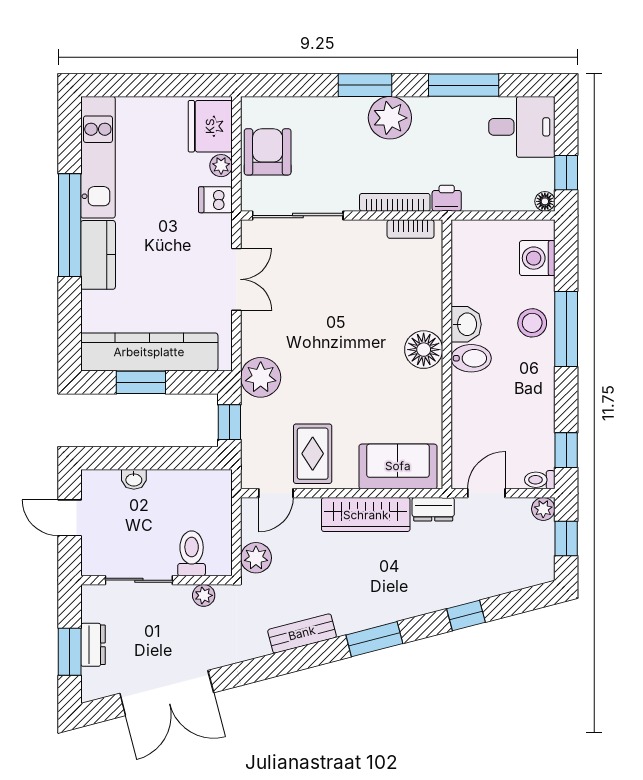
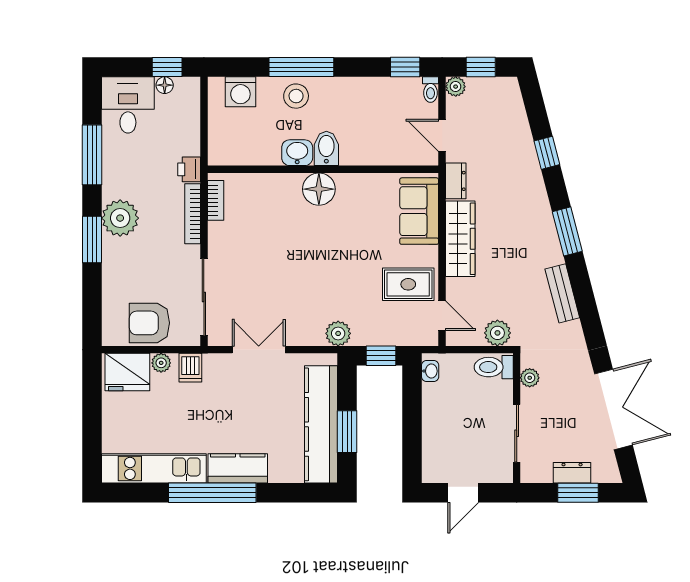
floor lamp: (545, 201) -> (165, 85), moved
plant: (261, 377) -> (338, 333), width x0.73, depth x0.73
washbasin: (134, 479) -> (430, 371), moved
toilet: (192, 553) -> (494, 367), moved

